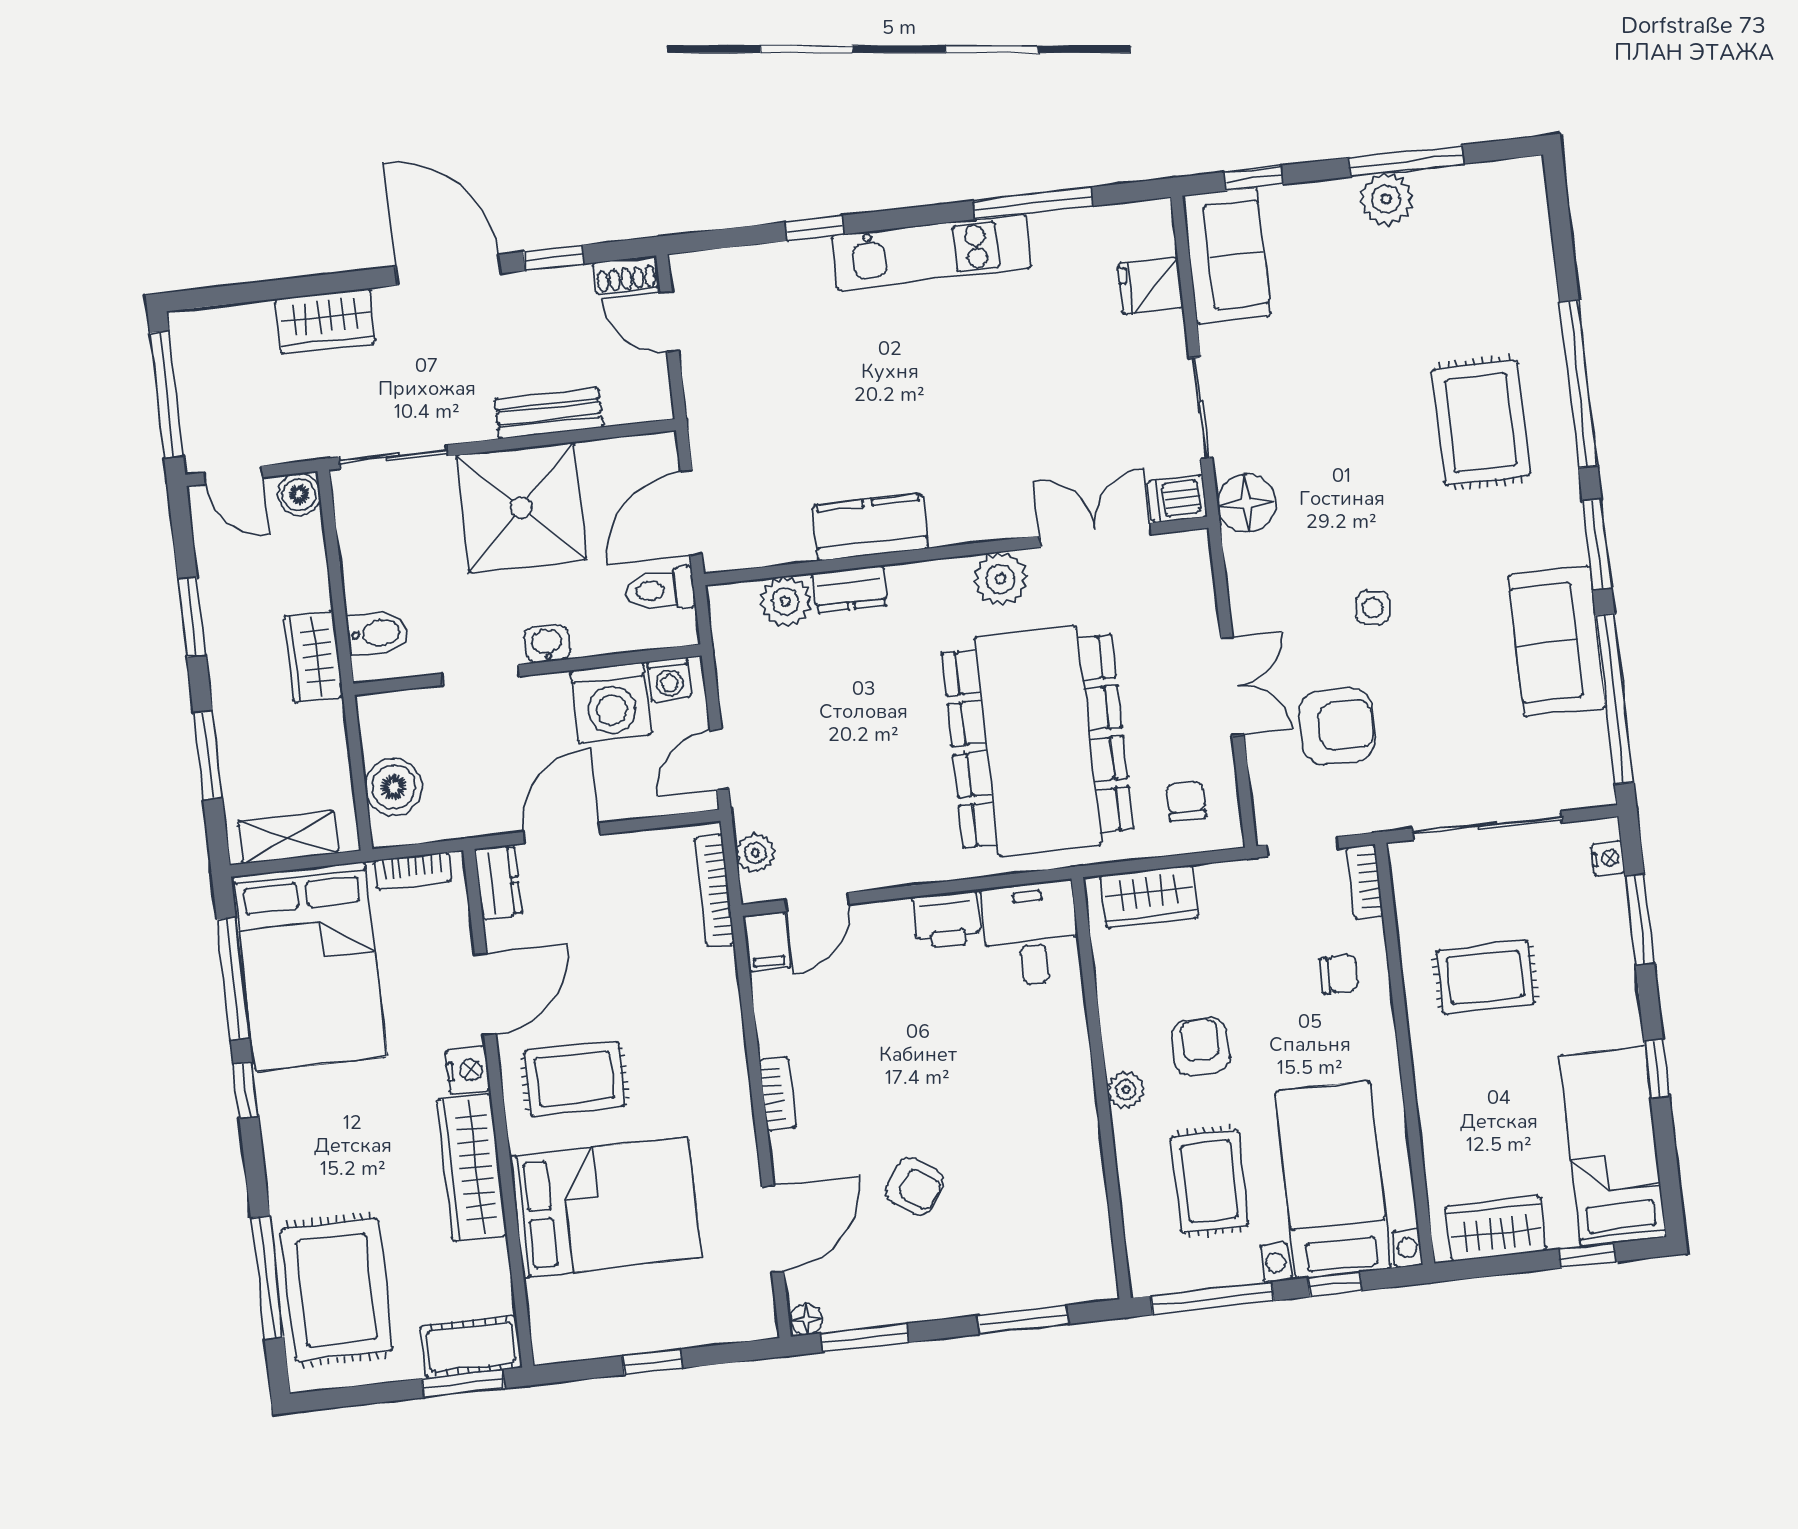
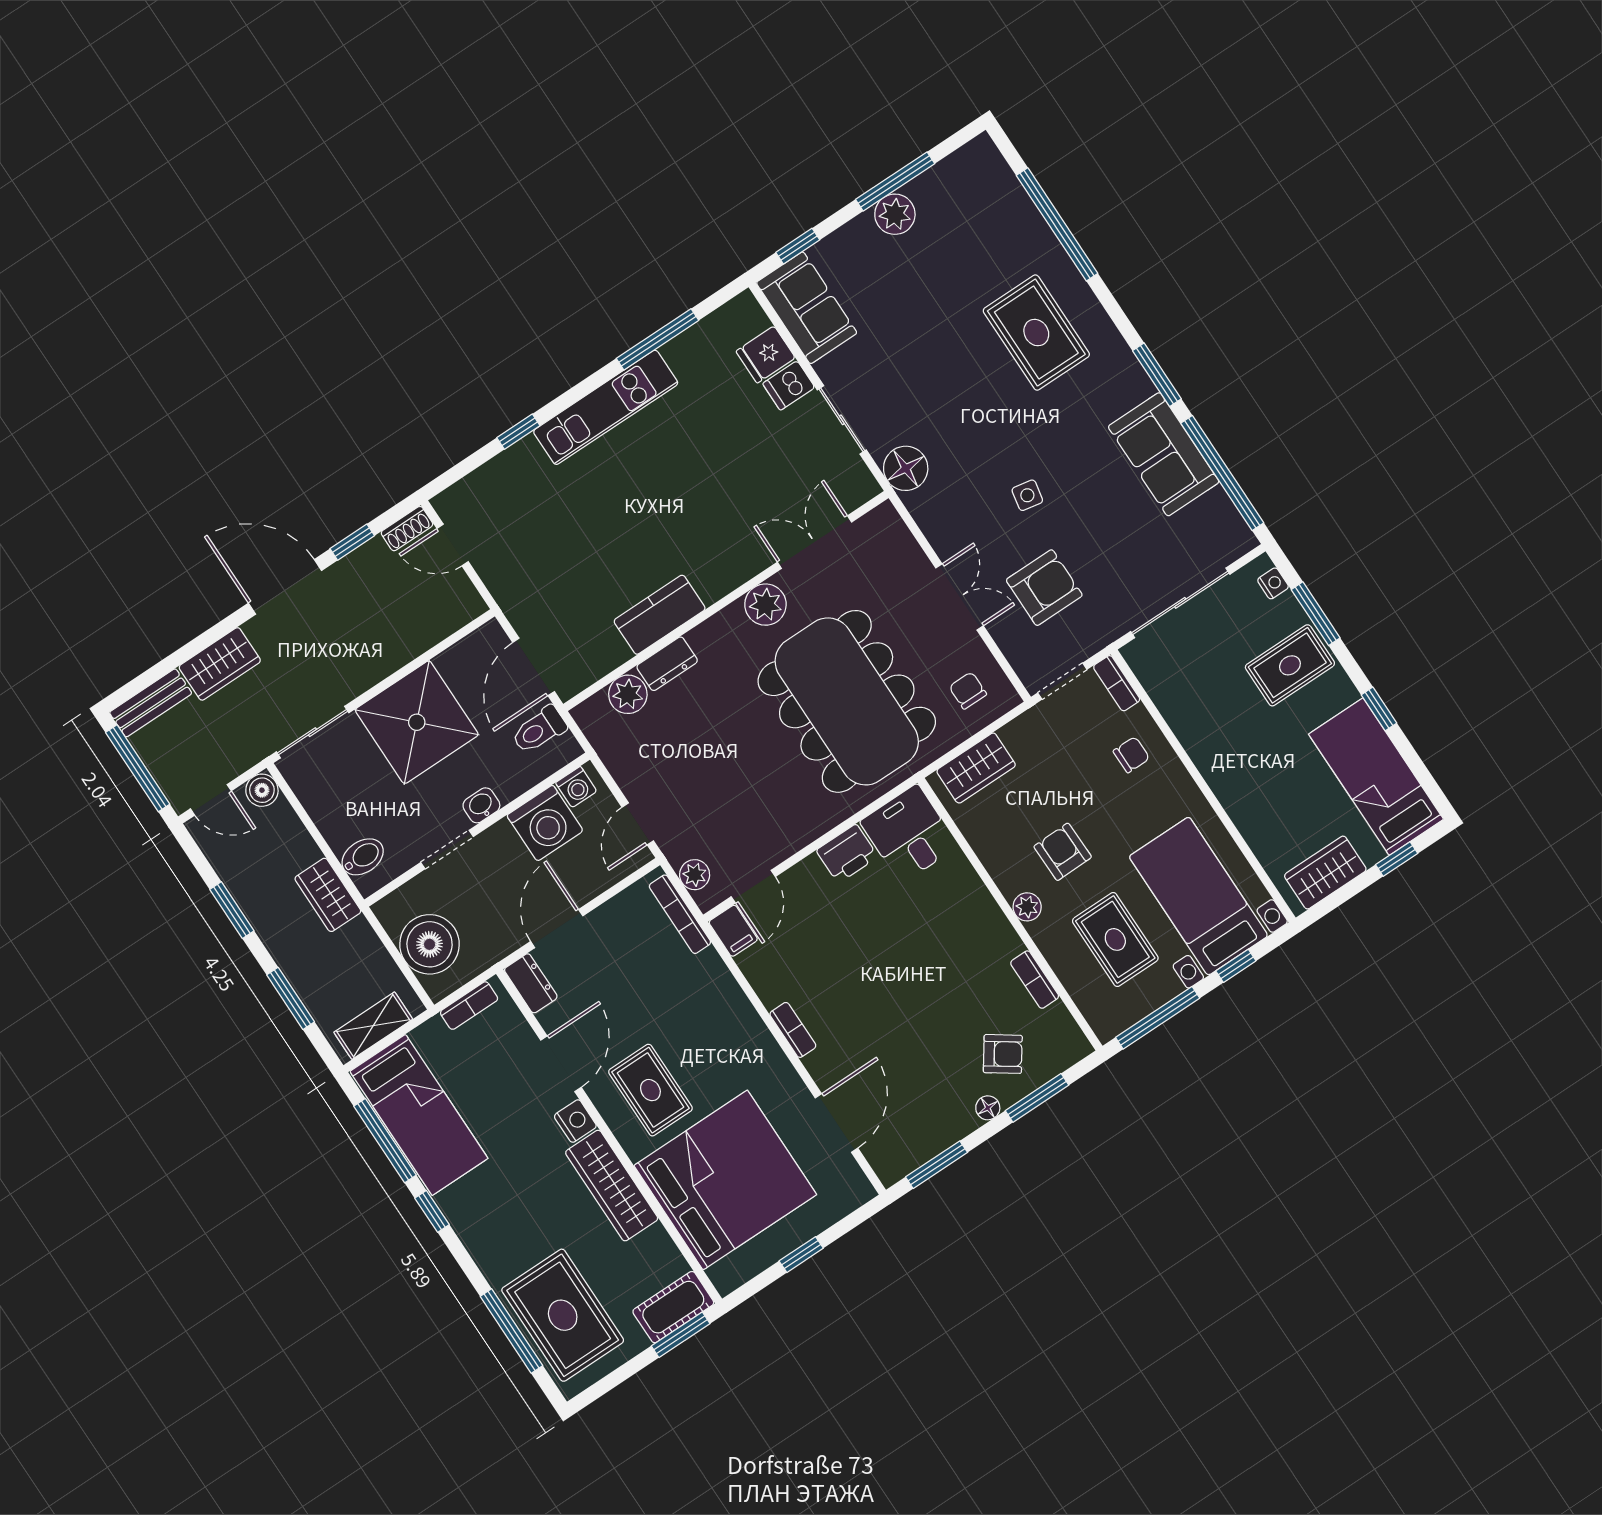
window: (1579, 384) -> (1057, 224), moved
bench: (549, 413) -> (151, 703), moved
dishwasher: (1178, 498) -> (789, 385), moved
boiler: (394, 787) -> (430, 944), width x1.37, depth x1.37
bed: (310, 966) -> (419, 1115), width x0.67
rug: (1485, 977) -> (1290, 665), moved
rug: (574, 1079) -> (650, 1090), turned 90
bookcase: (1091, 1180) -> (1035, 980), added
armchair: (915, 1186) -> (1003, 1054), moved
bed: (606, 1207) -> (725, 1180), width x1.36
floor lamp: (806, 1319) -> (988, 1108), moved

